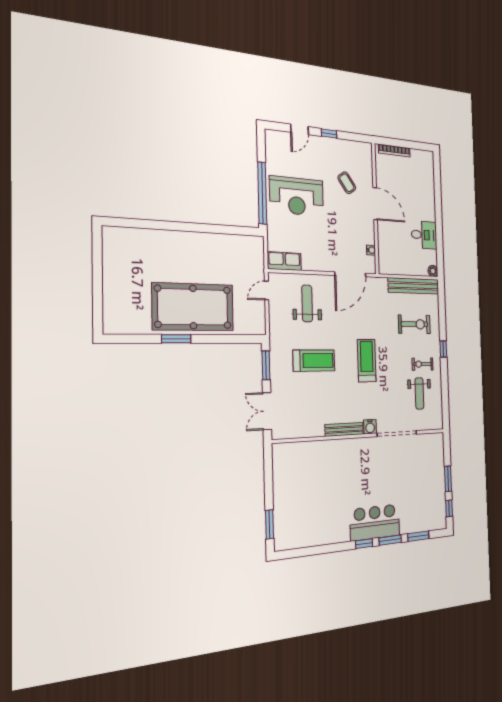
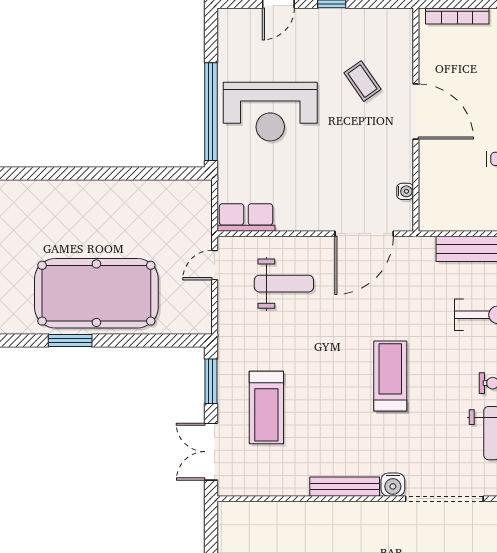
weight bench: (307, 303) -> (284, 284), turned 90
treadmill: (314, 360) -> (266, 408), moved, turned 90

